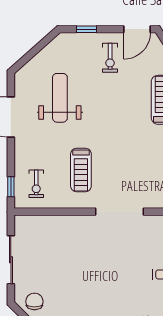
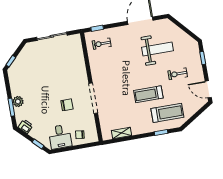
exercise bike: (110, 58) -> (178, 74), moved
treadmill: (81, 170) -> (148, 94), moved
chair: (34, 301) -> (67, 105), moved

